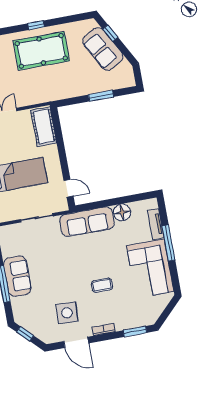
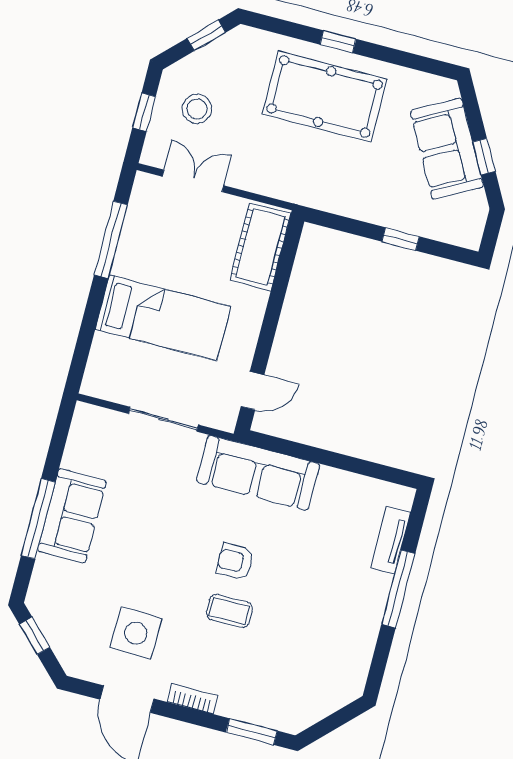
window: (110, 33) -> (484, 157), moved
window: (101, 96) -> (401, 239), width x0.67
door: (69, 188) -> (253, 391), hinge flipped
floor lamp: (122, 212) -> (335, 487), removed
armchair: (95, 263) -> (235, 562), added
corner sofa: (150, 269) -> (339, 622), removed

